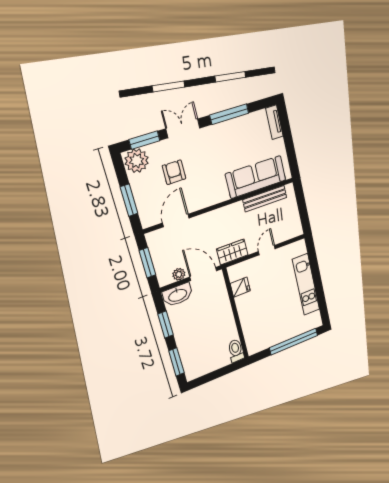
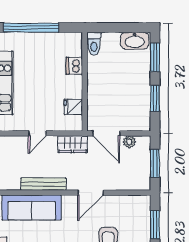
bench: (265, 199) -> (43, 184), moved
door: (176, 220) -> (91, 193), moved
washbasin: (178, 295) -> (135, 41), moved, turned 180
dishwasher: (248, 324) -> (74, 66), added

